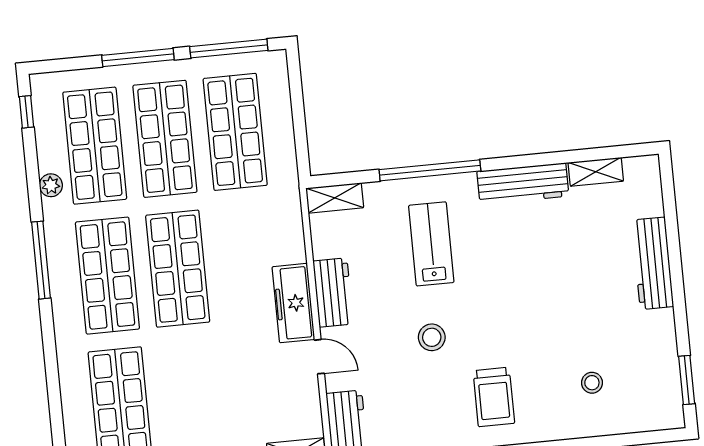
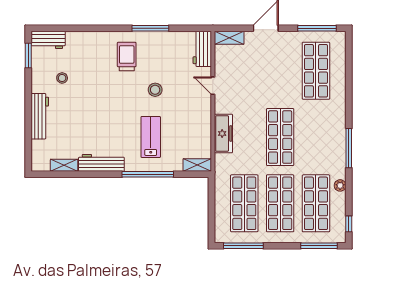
window: (138, 57) -> (319, 246), moved
lab bench: (431, 244) -> (151, 137), turned 180
shop shelf: (107, 276) -> (316, 137), removed
workbench: (333, 293) -> (48, 40), moved, turned -90
freezer: (293, 303) -> (223, 133), moved
stool: (592, 383) -> (62, 78), moved

